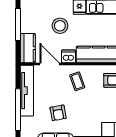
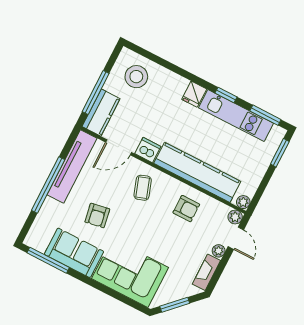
window: (18, 25) -> (96, 93), moved
stool: (60, 26) -> (136, 77), moved
door: (50, 64) -> (119, 147), swing flipped

